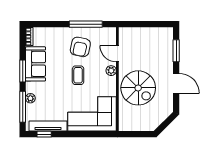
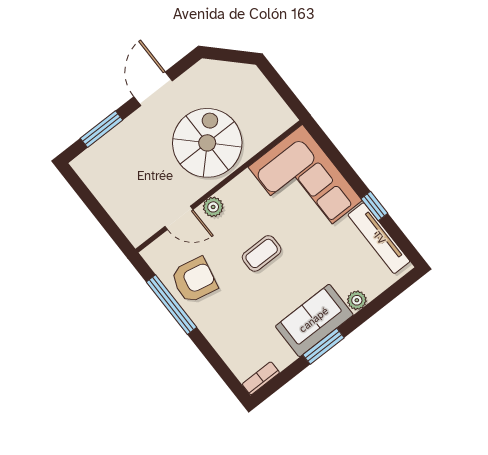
armchair: (80, 47) -> (194, 280), moved
door: (117, 54) -> (179, 218), hinge flipped
sofa: (36, 64) -> (314, 320), moved
window: (23, 107) -> (380, 302), removed
window: (44, 134) -> (374, 206), moved

